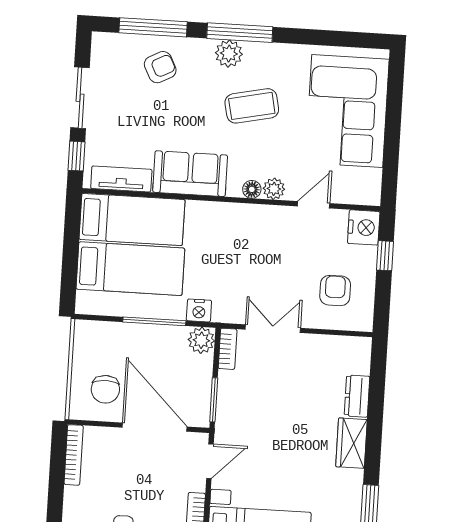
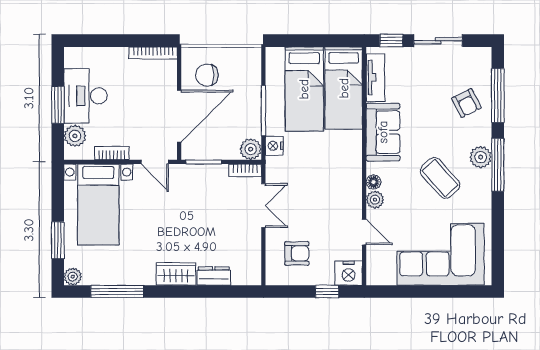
coffee table: (252, 106) -> (440, 178), turned -30

